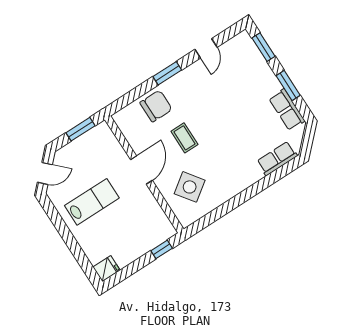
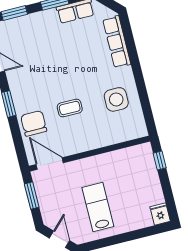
row of seats: (277, 159) -> (117, 42), width x1.48
door: (141, 170) -> (50, 164), moved
side table: (190, 187) -> (116, 99), moved, turned 36

